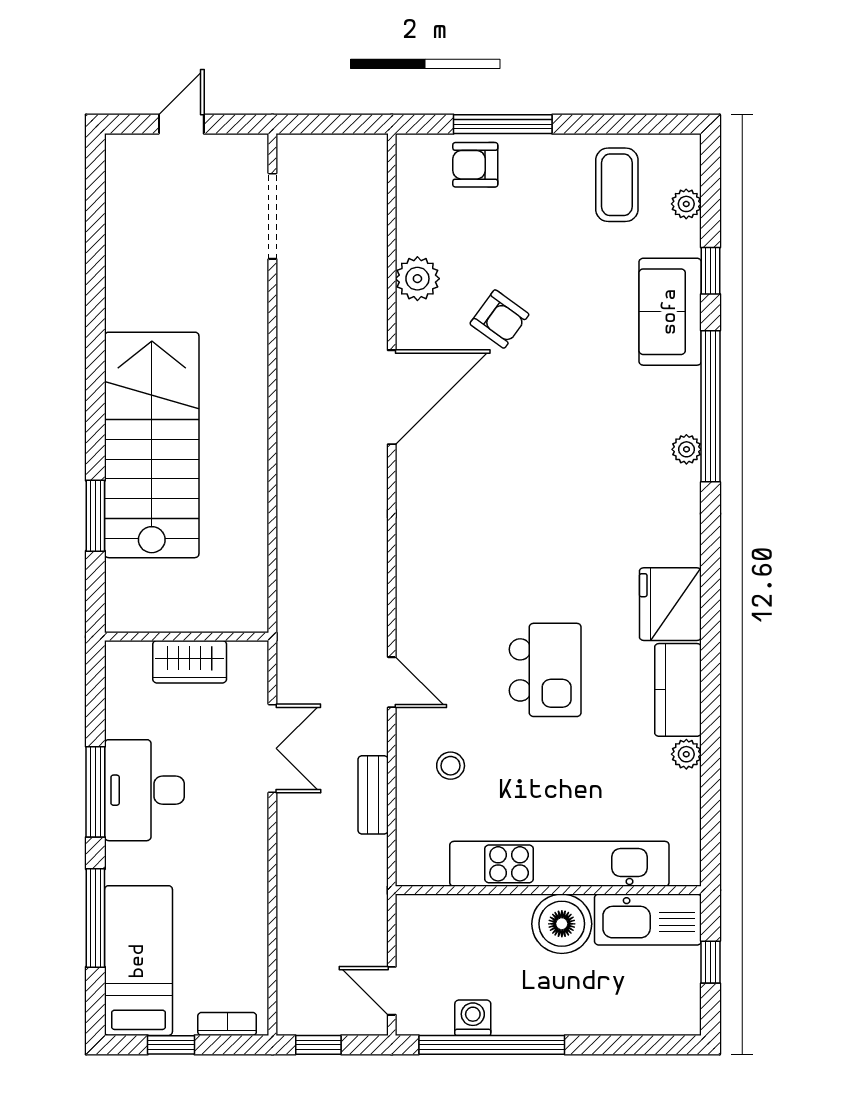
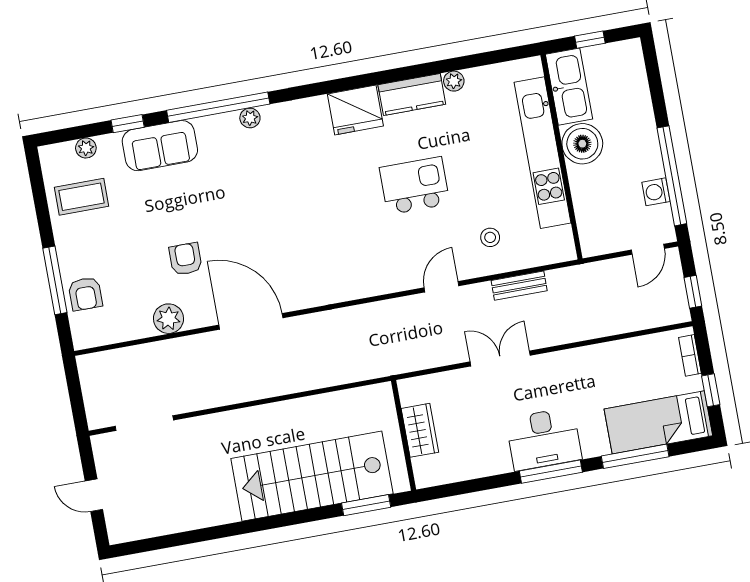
armchair: (499, 319) -> (186, 259), turned -36
wall: (187, 637) -> (404, 435), moved
wardrobe: (190, 662) -> (420, 430), moved

